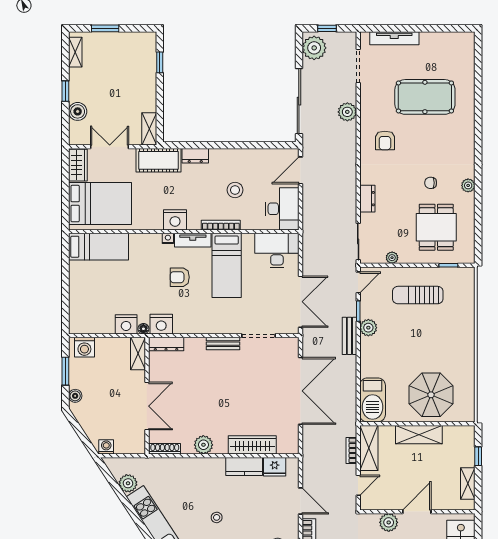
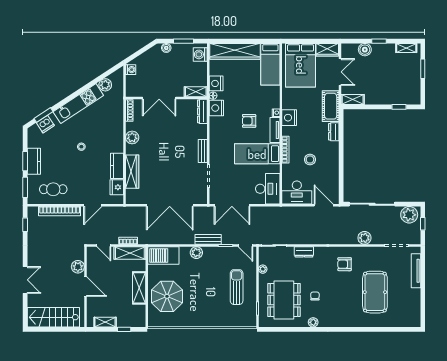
dining table: (436, 227) -> (284, 300), width x1.38
armchair: (180, 277) -> (249, 121), turned -90
wardrobe: (80, 297) -> (235, 51), added
plant: (368, 328) -> (196, 253), moved

